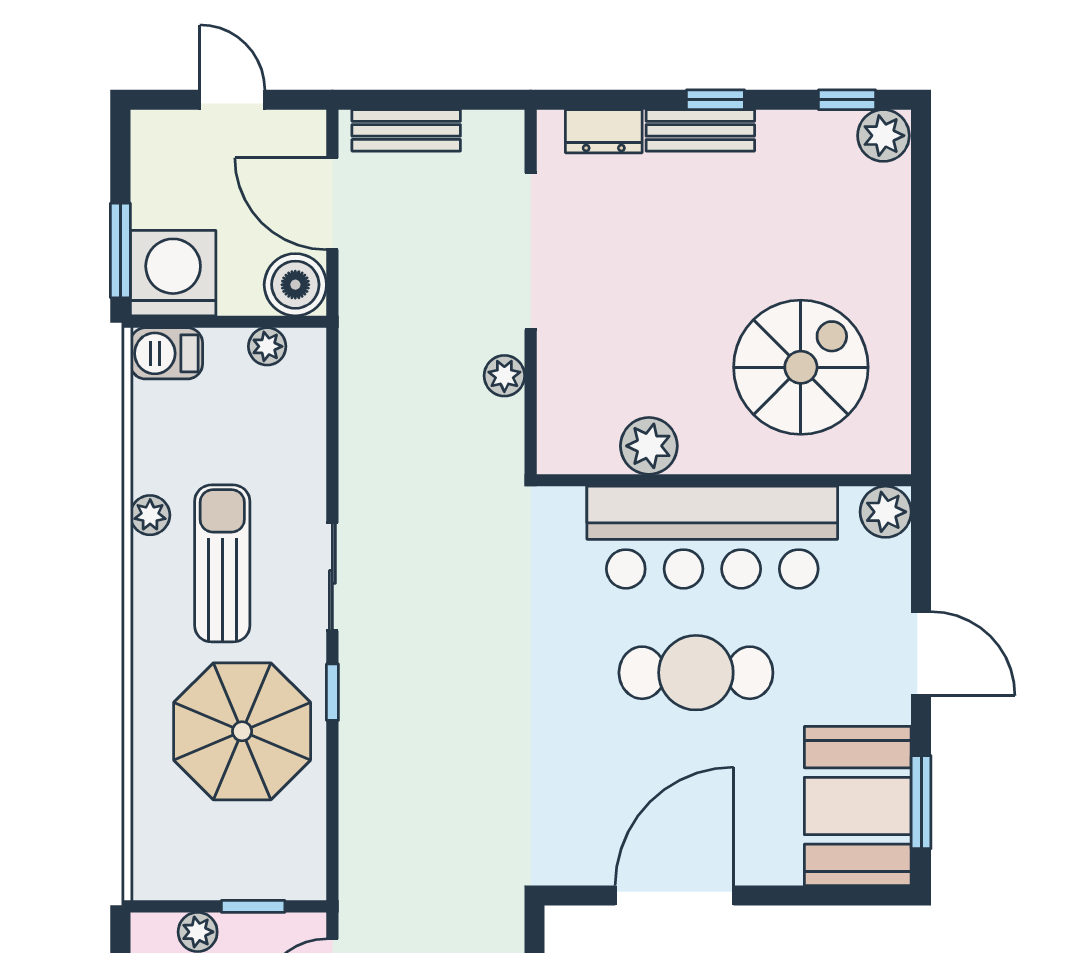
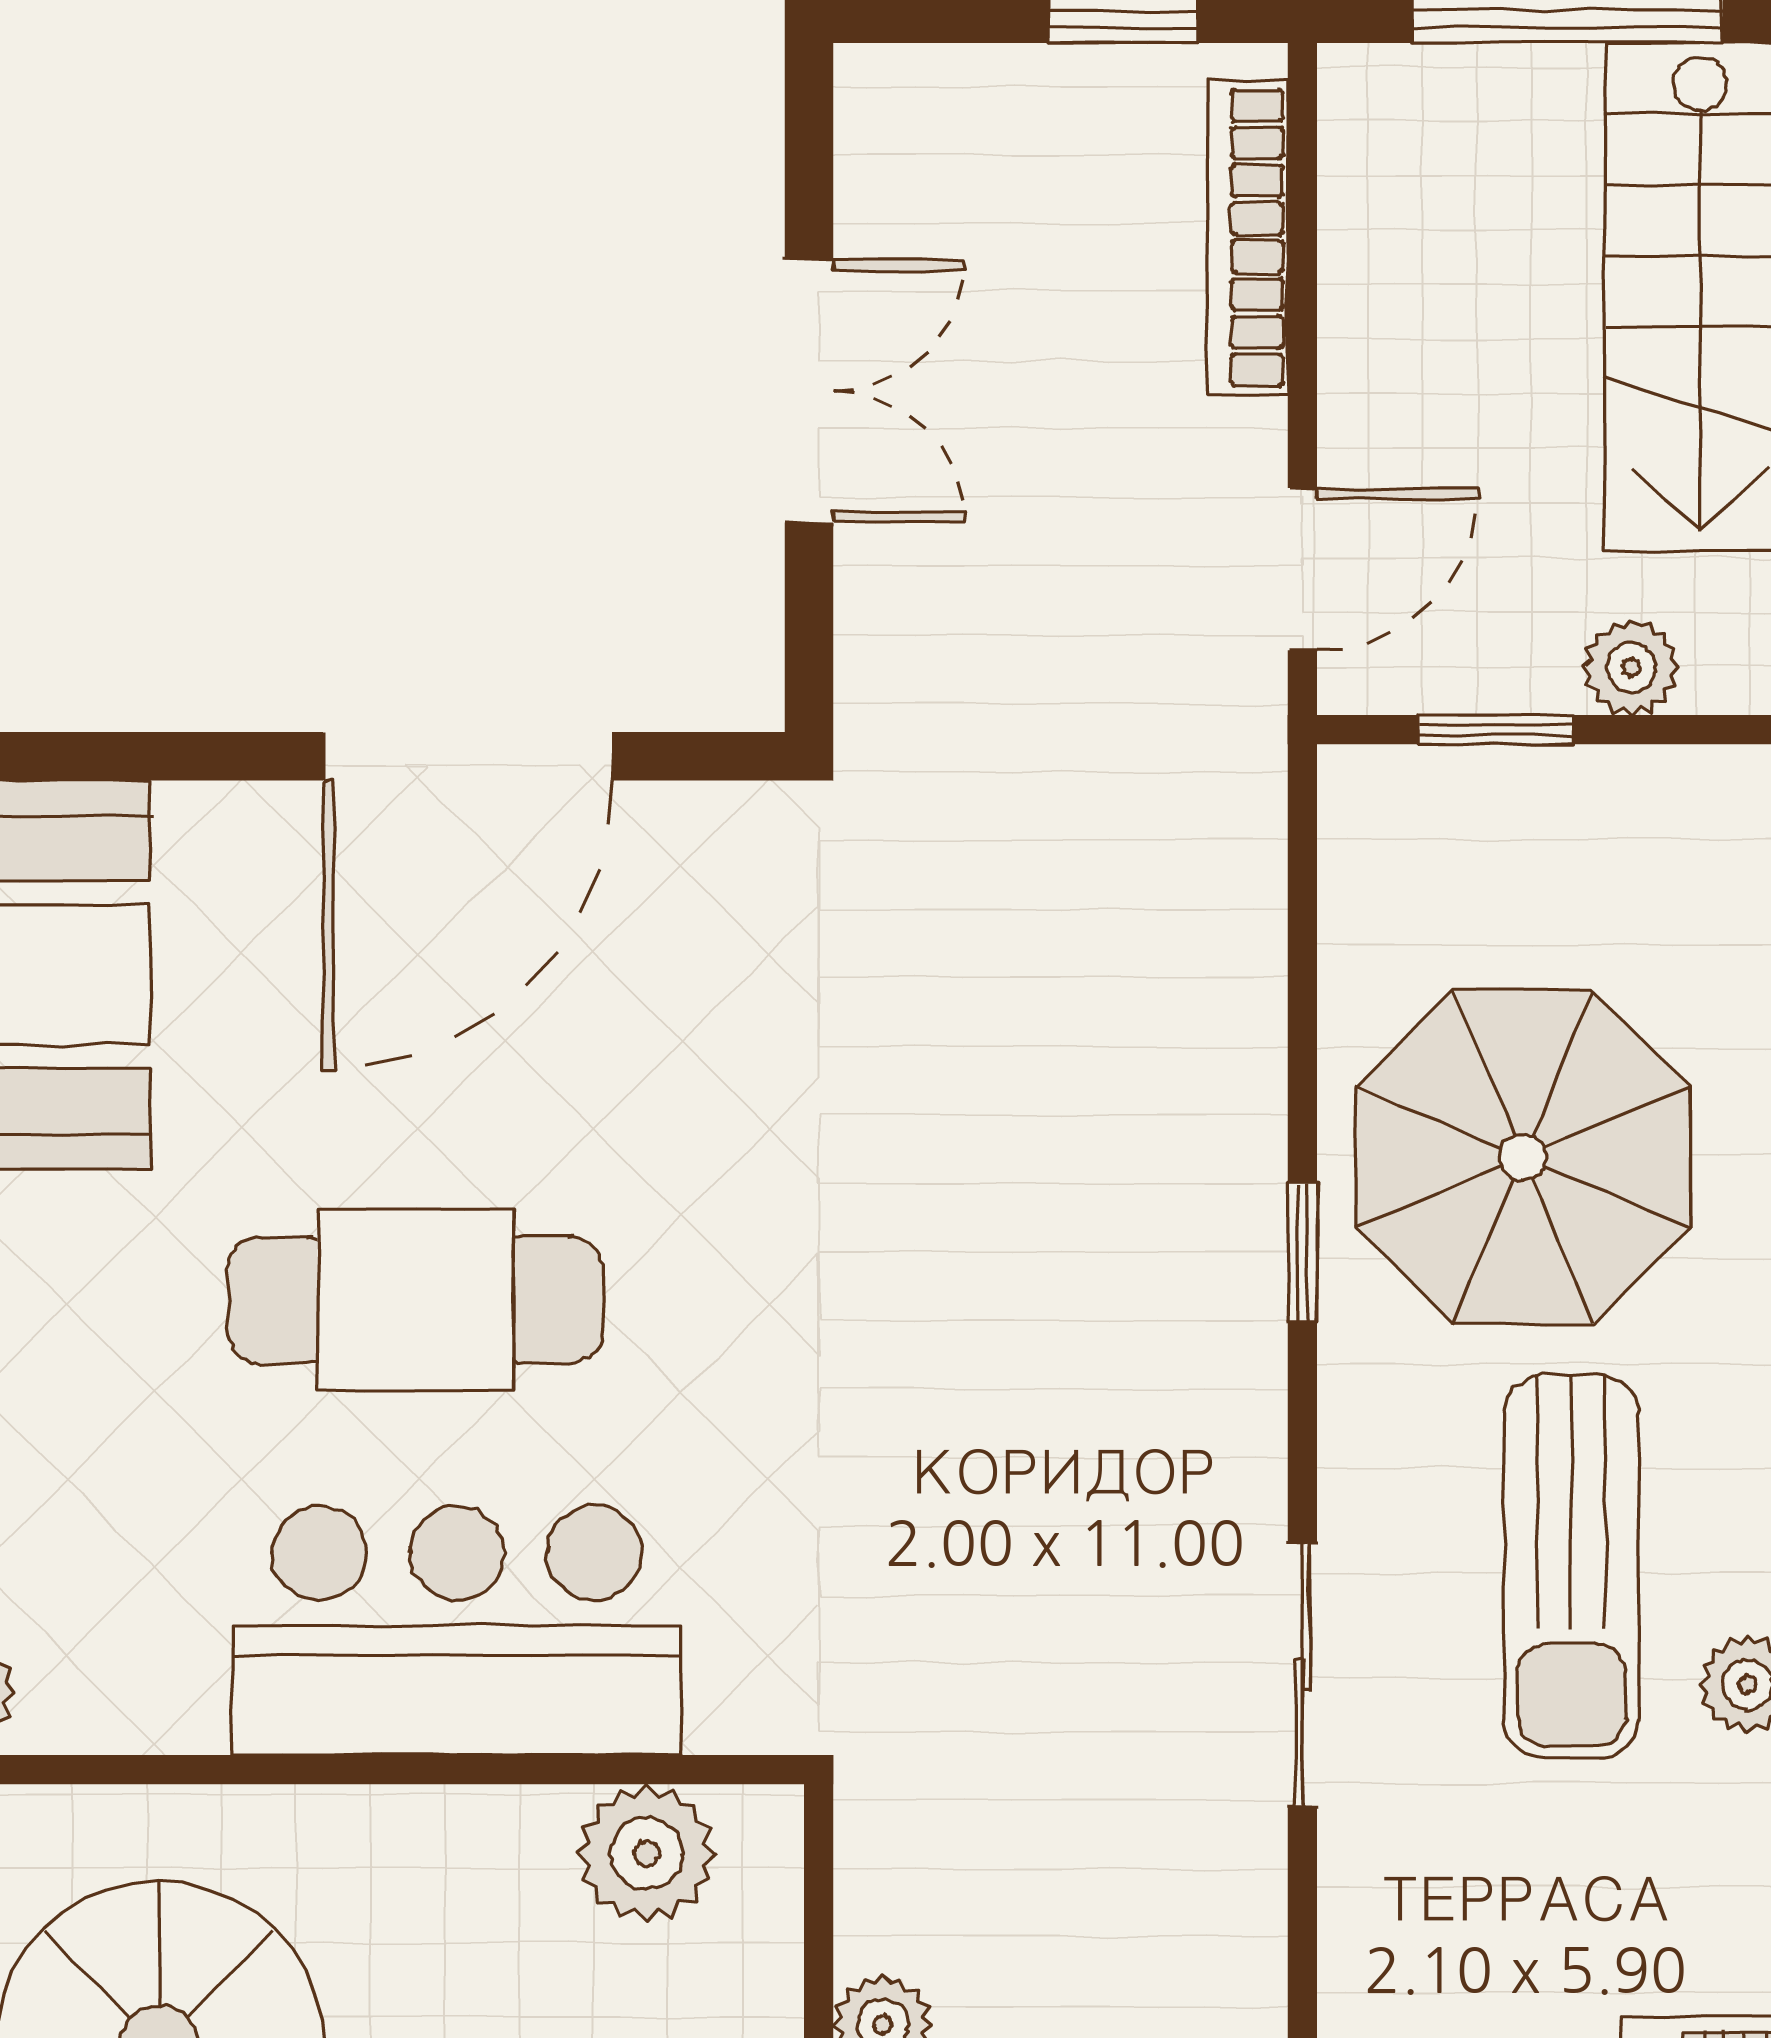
plant: (649, 446) -> (647, 1853), moved
bar counter: (712, 537) -> (457, 1630), width x0.73
sliding door: (332, 577) -> (1302, 1675), moved

